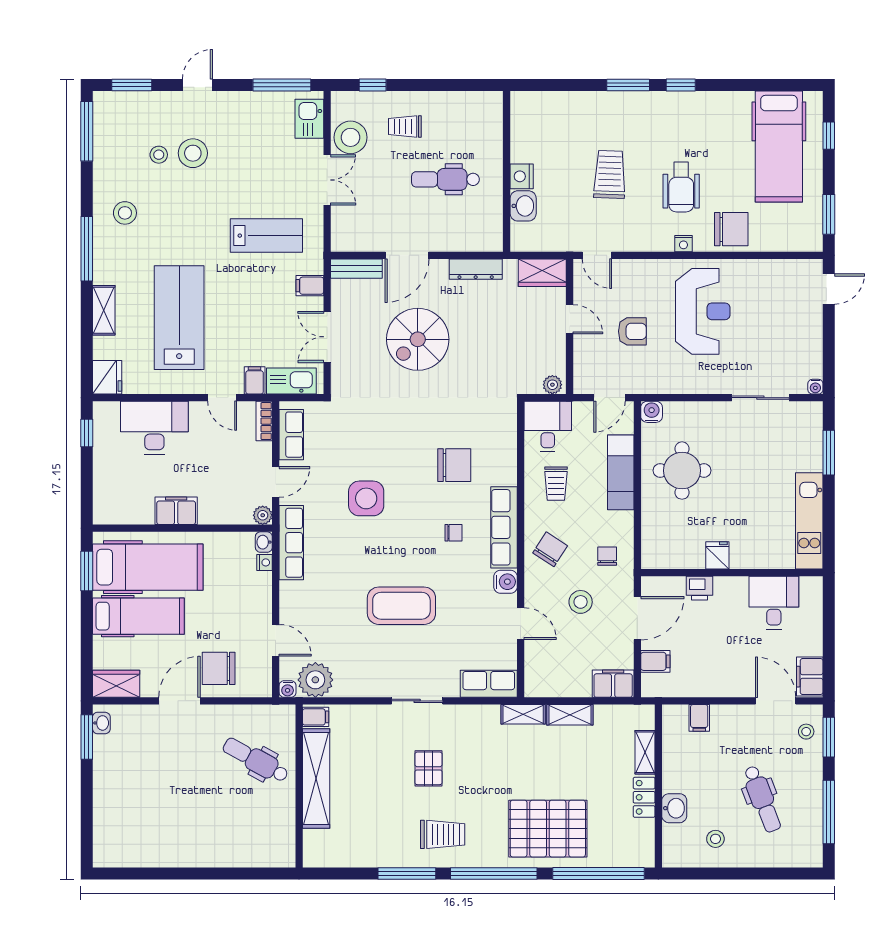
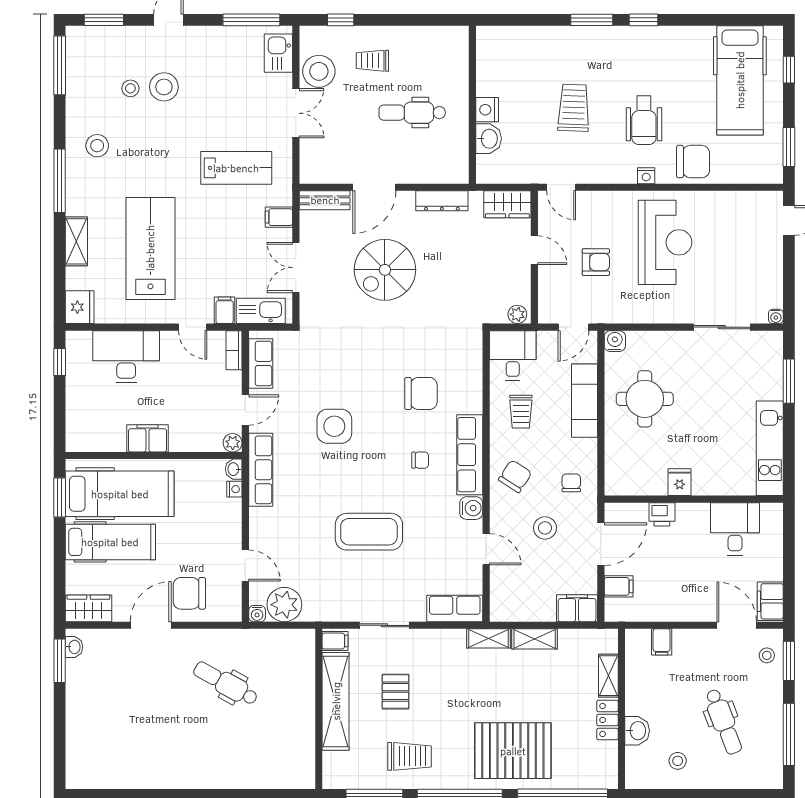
filing cabinet: (316, 717) -> (335, 641), moved
shelving: (316, 778) -> (336, 701), moved
wall: (299, 786) -> (319, 709), moved

